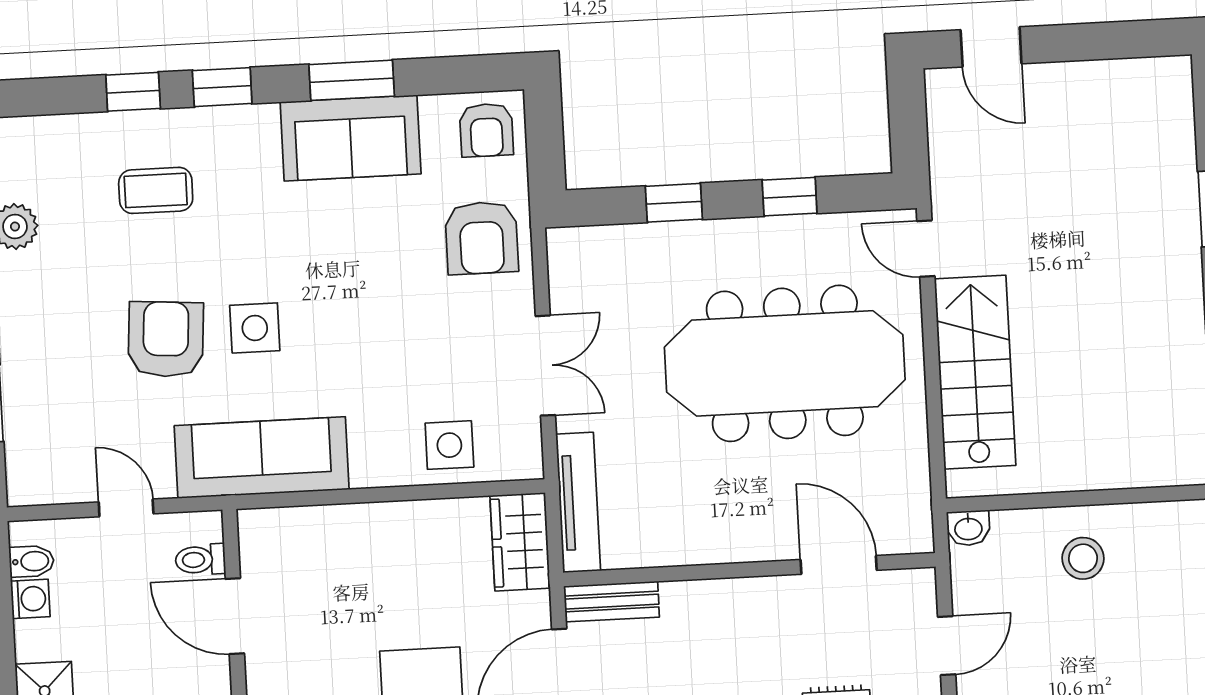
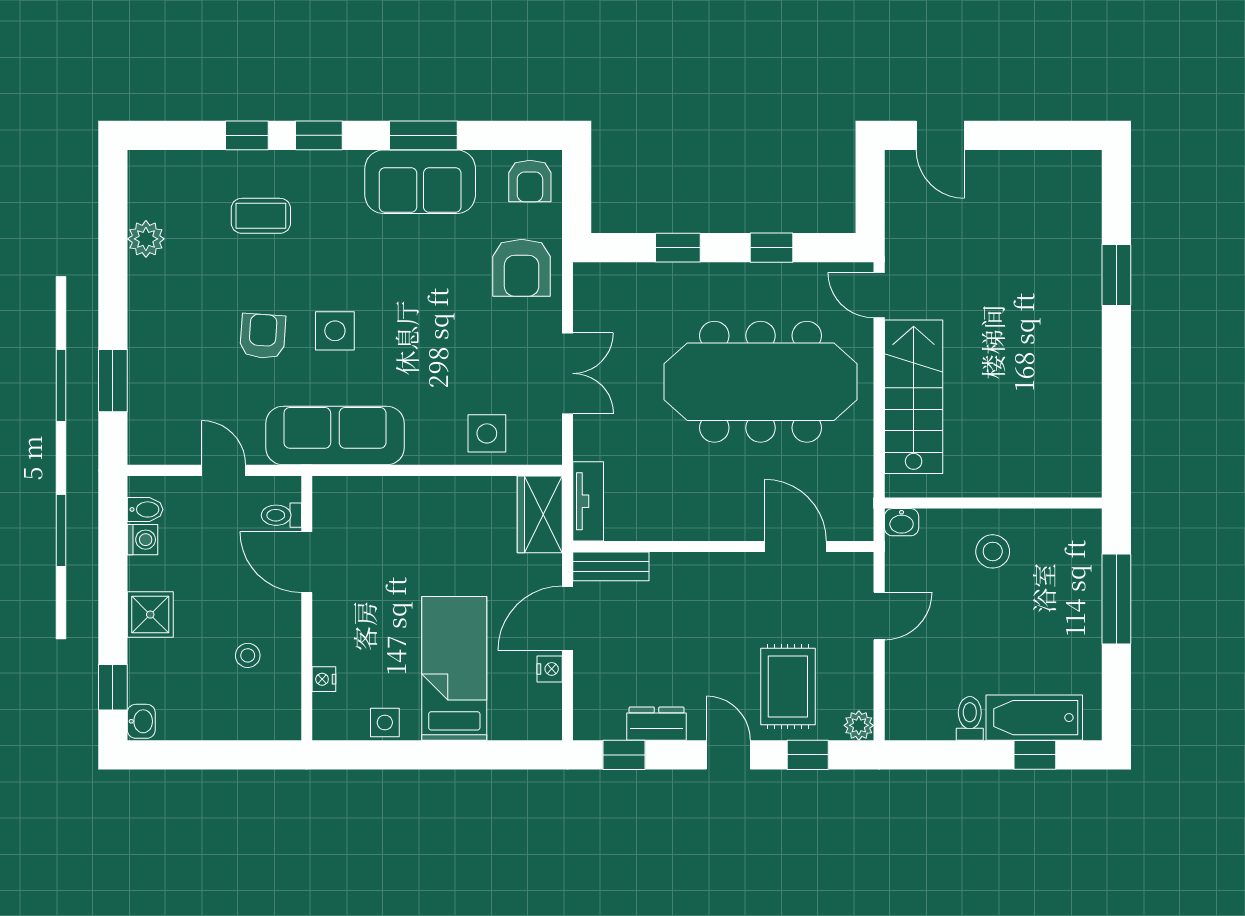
armchair: (166, 339) -> (263, 336), width x0.72, depth x0.72
tv unit: (578, 502) -> (588, 501), width x0.71

